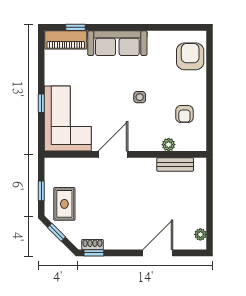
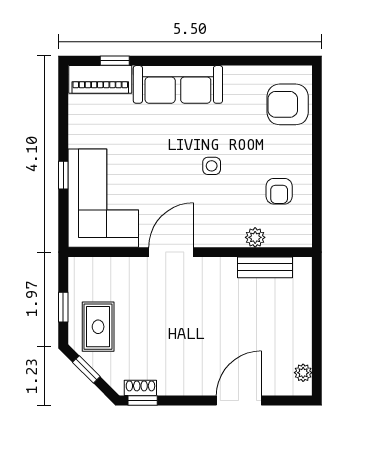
armchair: (190, 56) -> (288, 104), turned -90

